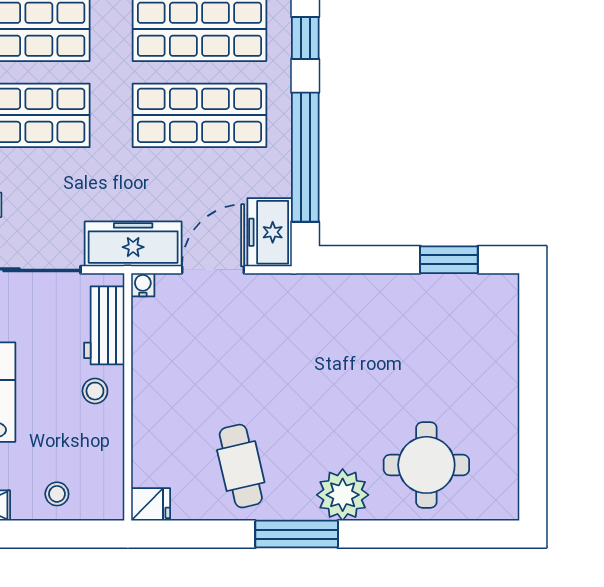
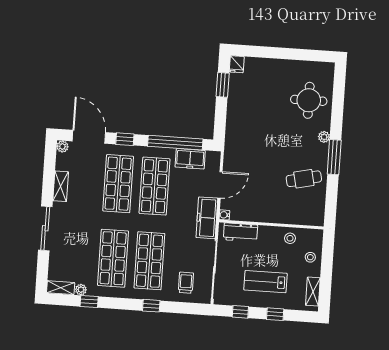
freezer: (270, 232) -> (190, 159), moved
door: (213, 270) -> (220, 185), swing flipped
stool: (95, 391) -> (290, 238), moved
plant: (343, 495) -> (324, 137), width x0.53, depth x0.53
fridge: (151, 504) -> (237, 64), moved, turned 180

